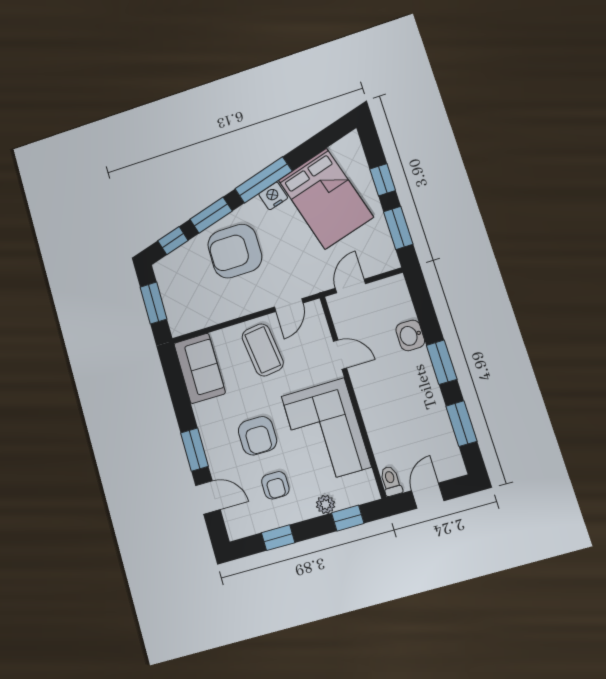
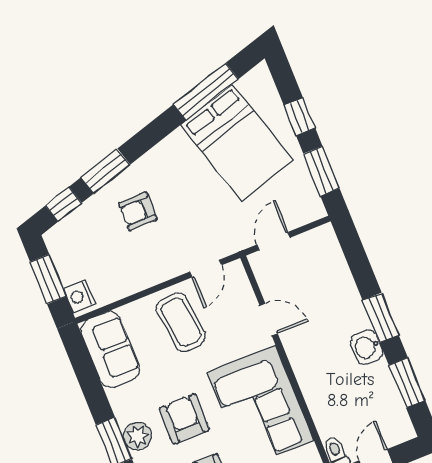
window: (263, 180) -> (206, 92), moved
nightstand: (273, 196) -> (79, 296), moved, turned -74
armchair: (235, 251) -> (138, 211), width x0.53, depth x0.53
washbasin: (410, 335) -> (367, 347), moved
armchair: (257, 436) -> (184, 419), turned 180
plant: (215, 447) -> (138, 436), added

